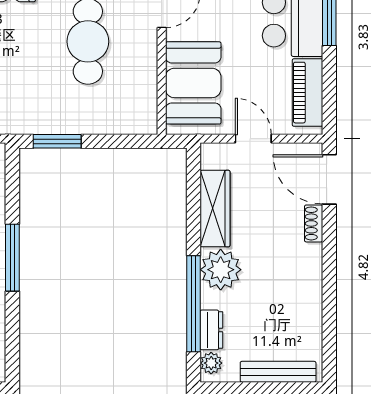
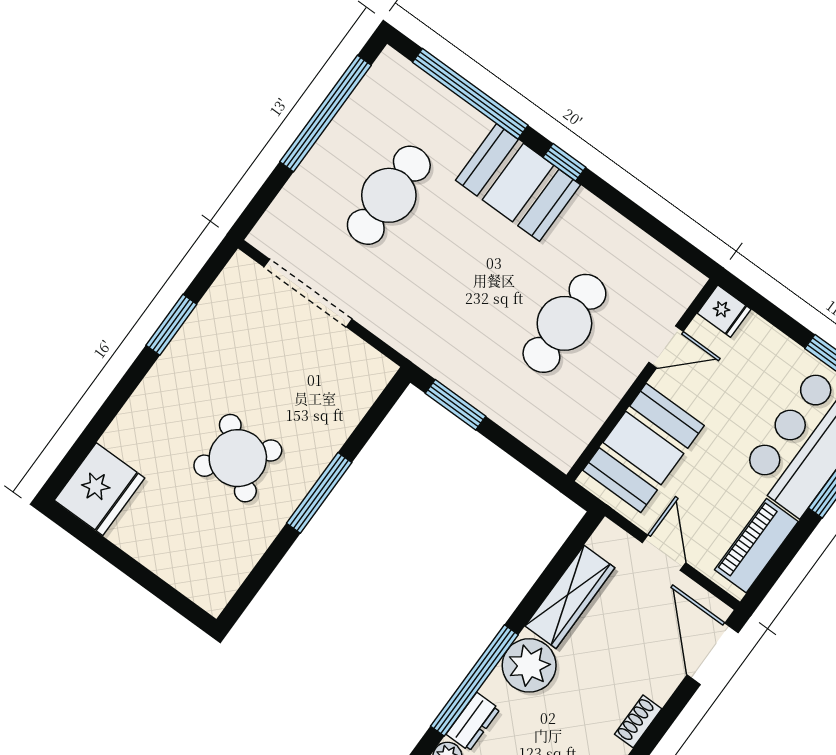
shoe rack: (314, 223) -> (638, 721), moved

